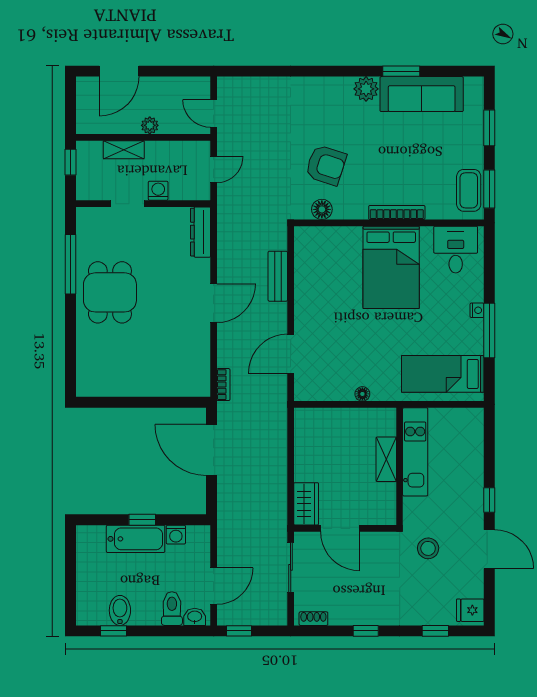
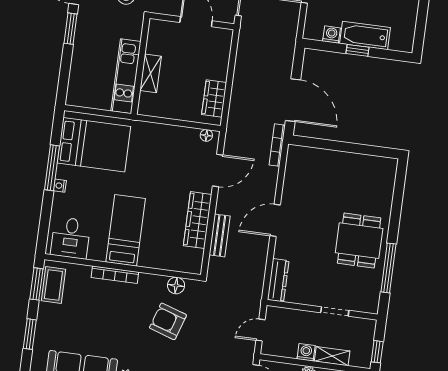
washing machine: (158, 191) -> (306, 352), moved, turned 180
bed: (391, 267) -> (126, 230), width x0.67
wardrobe: (307, 291) -> (198, 220), added
bed: (443, 374) -> (94, 145), width x1.50
bookcase: (223, 385) -> (277, 145), width x1.56
floor lamp: (362, 394) -> (206, 135), moved
window: (489, 500) -> (71, 29), width x1.50
wardrobe: (306, 504) -> (214, 99), moved

